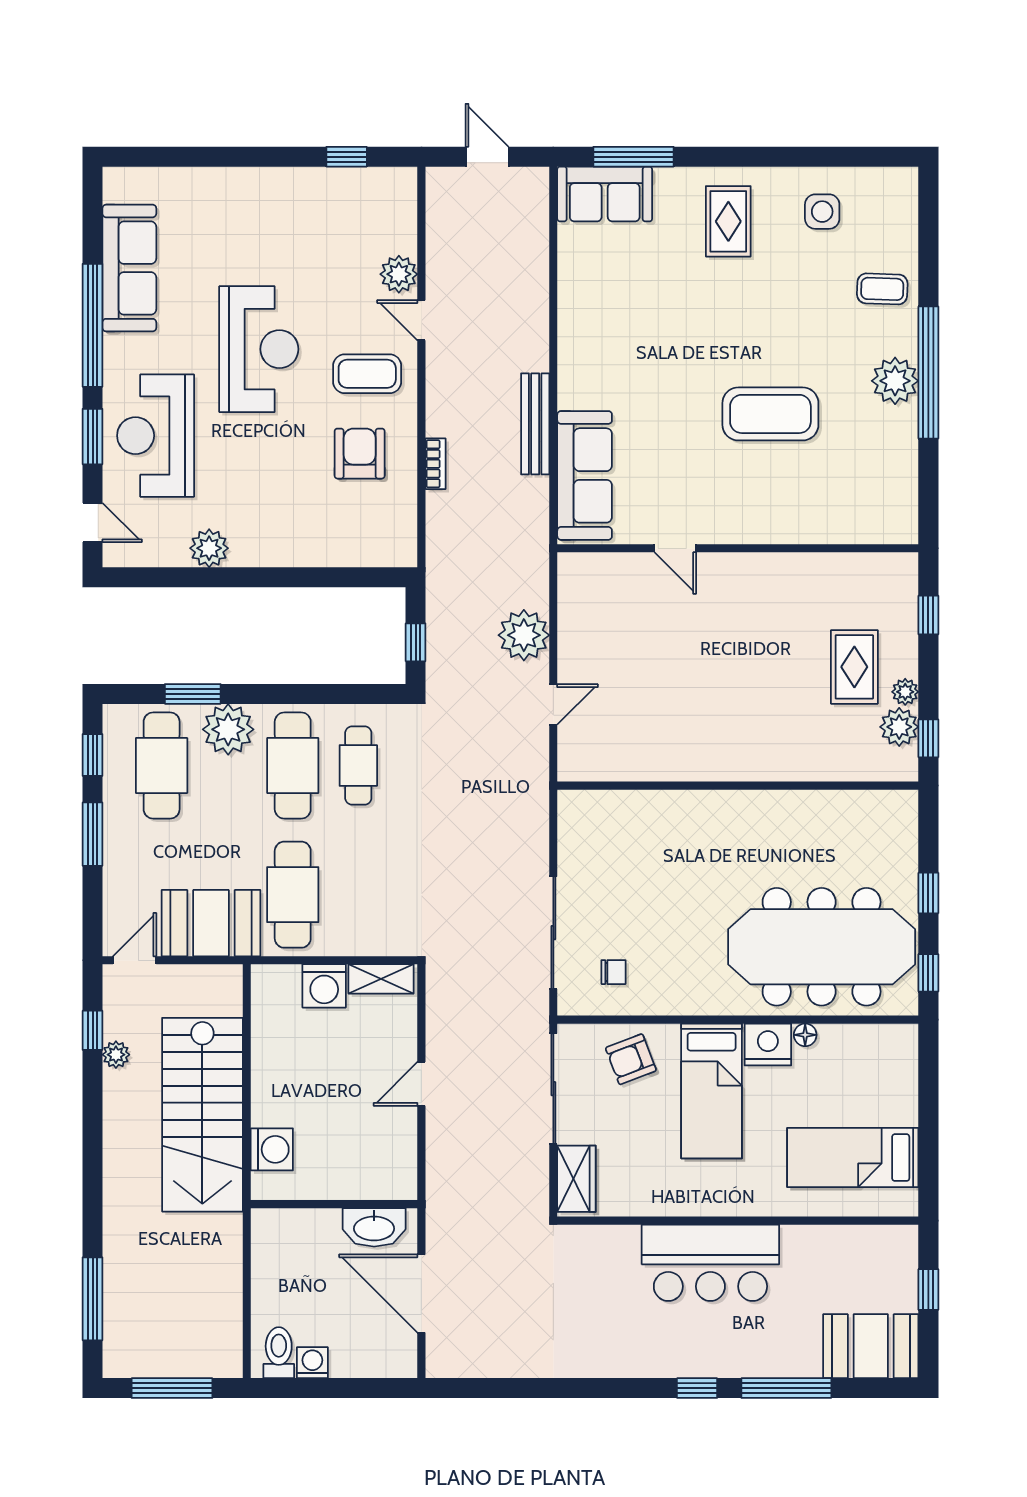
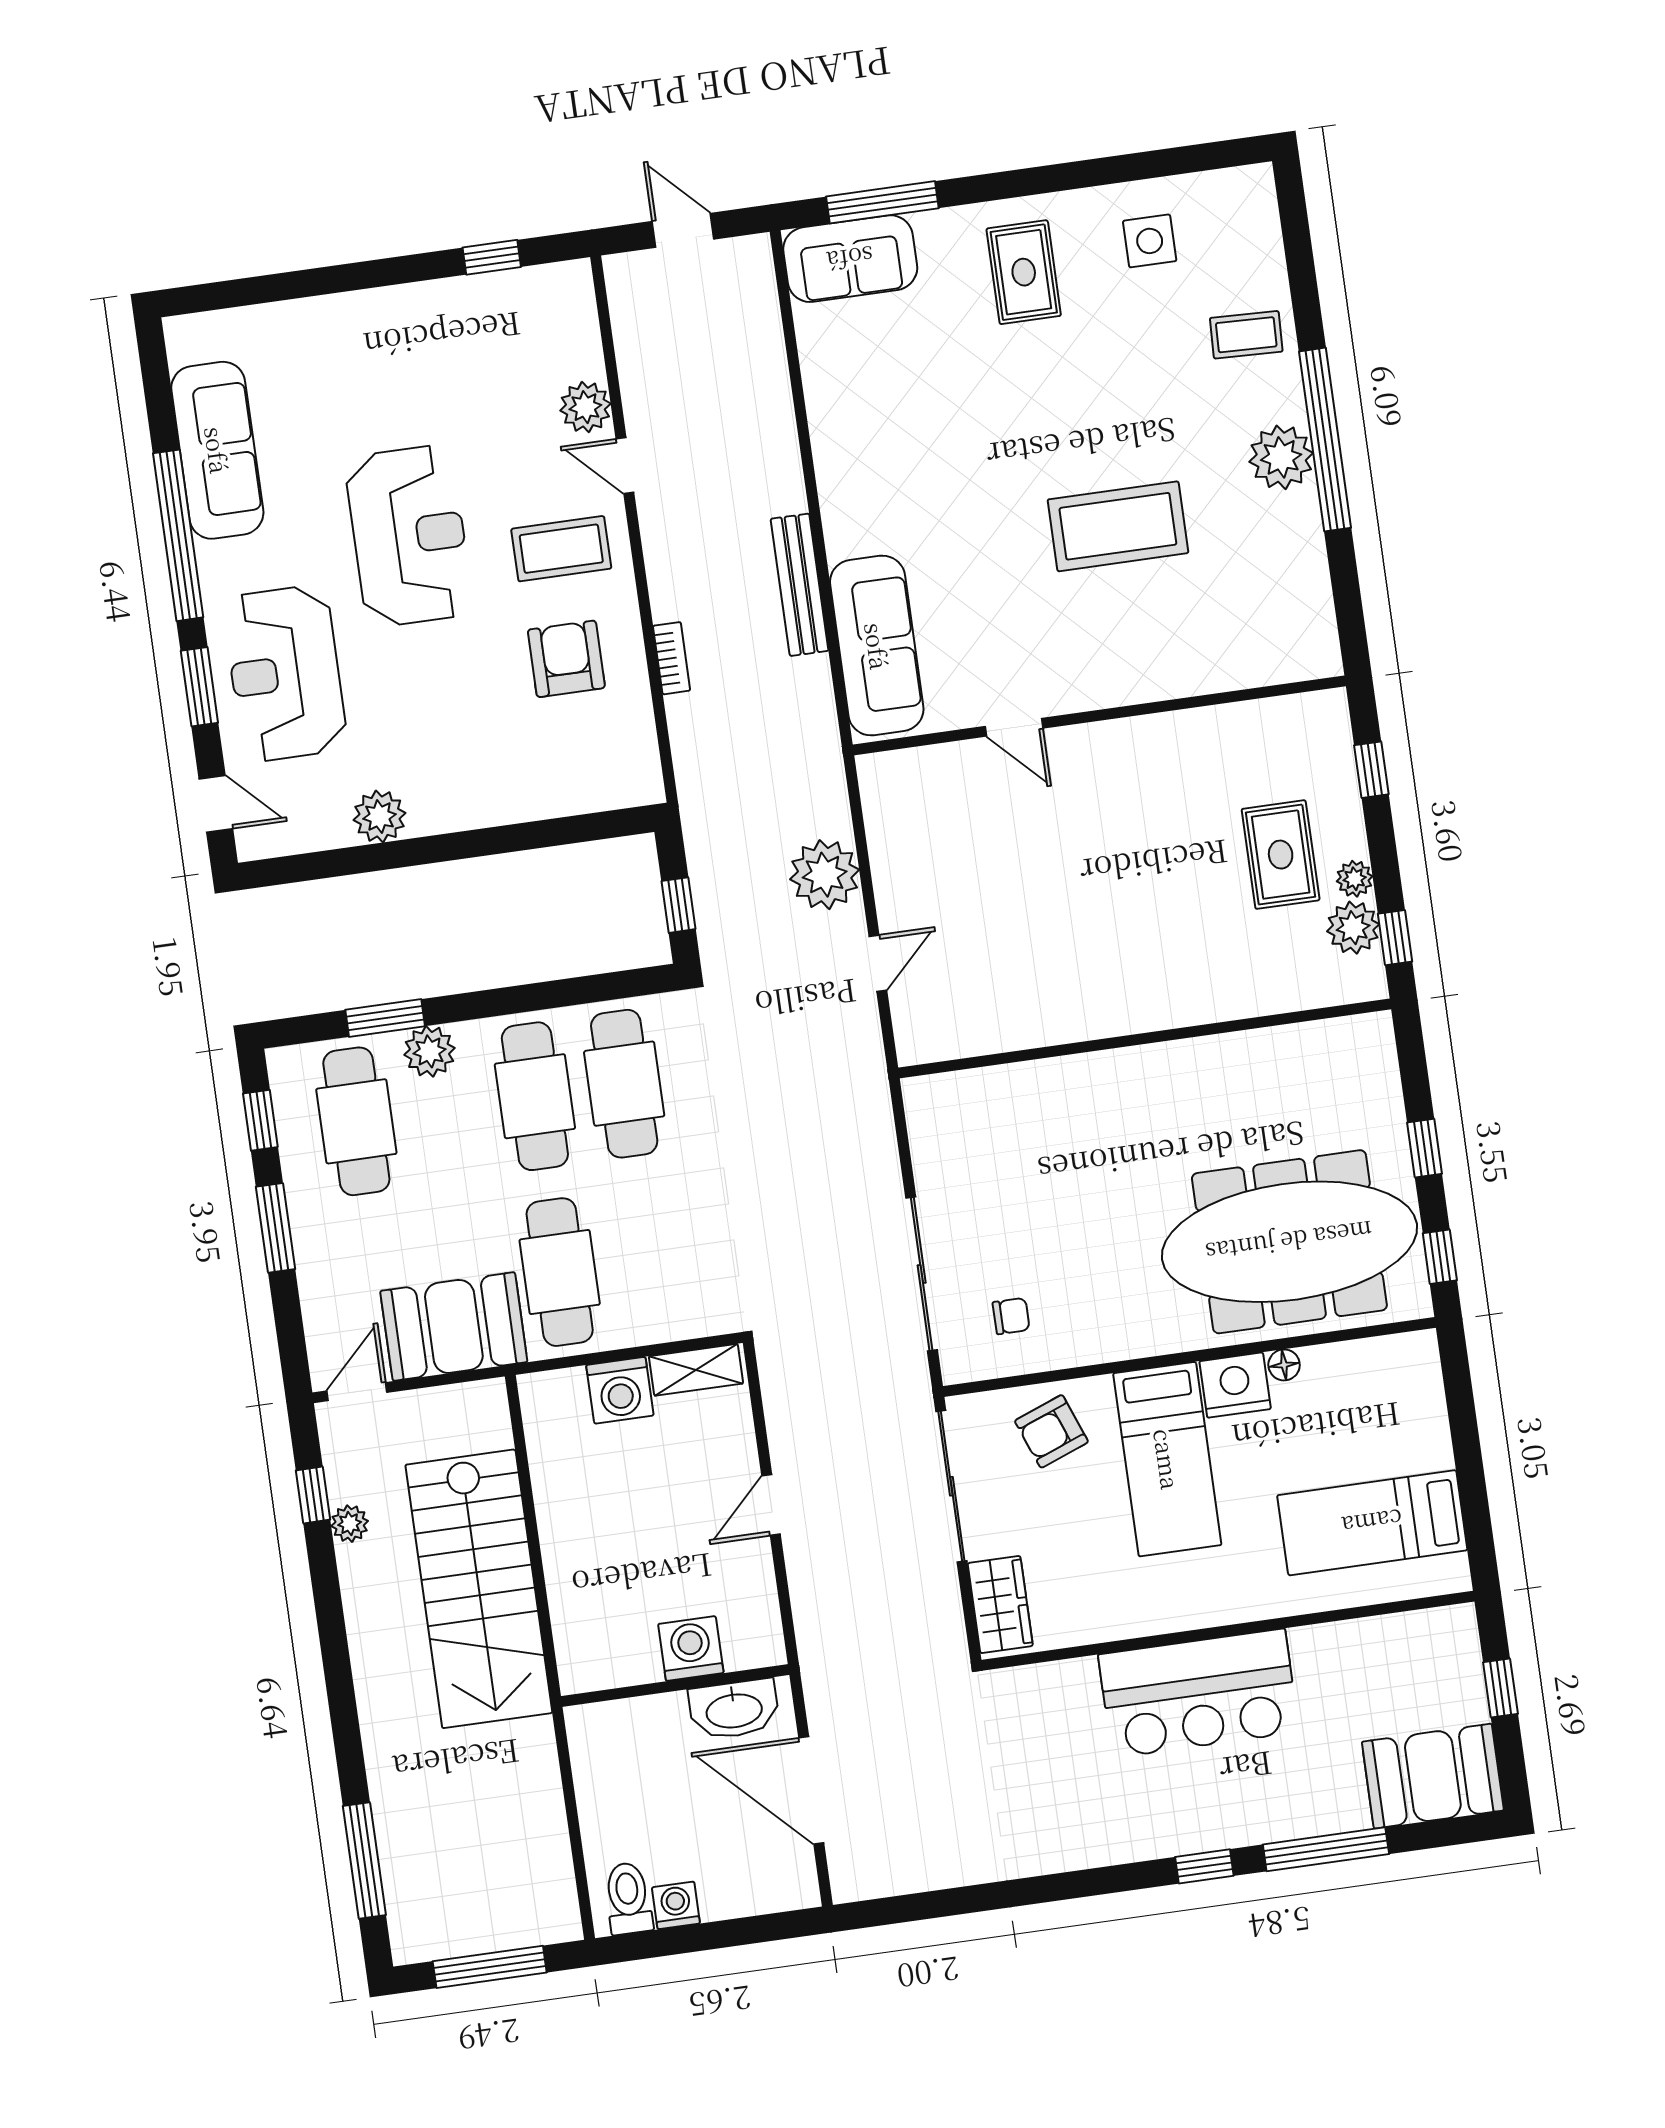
plant: (228, 729) -> (430, 1051), width x0.73, depth x0.73
cafe table: (358, 765) -> (624, 1084), width x1.37, depth x1.35
washing machine: (272, 1149) -> (691, 1648), moved, turned -90

